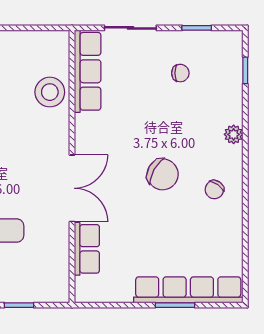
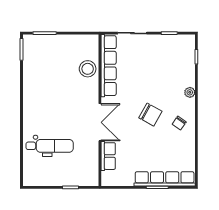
row of seats: (88, 71) -> (109, 66), width x1.36
chair: (180, 73) -> (160, 58), removed

